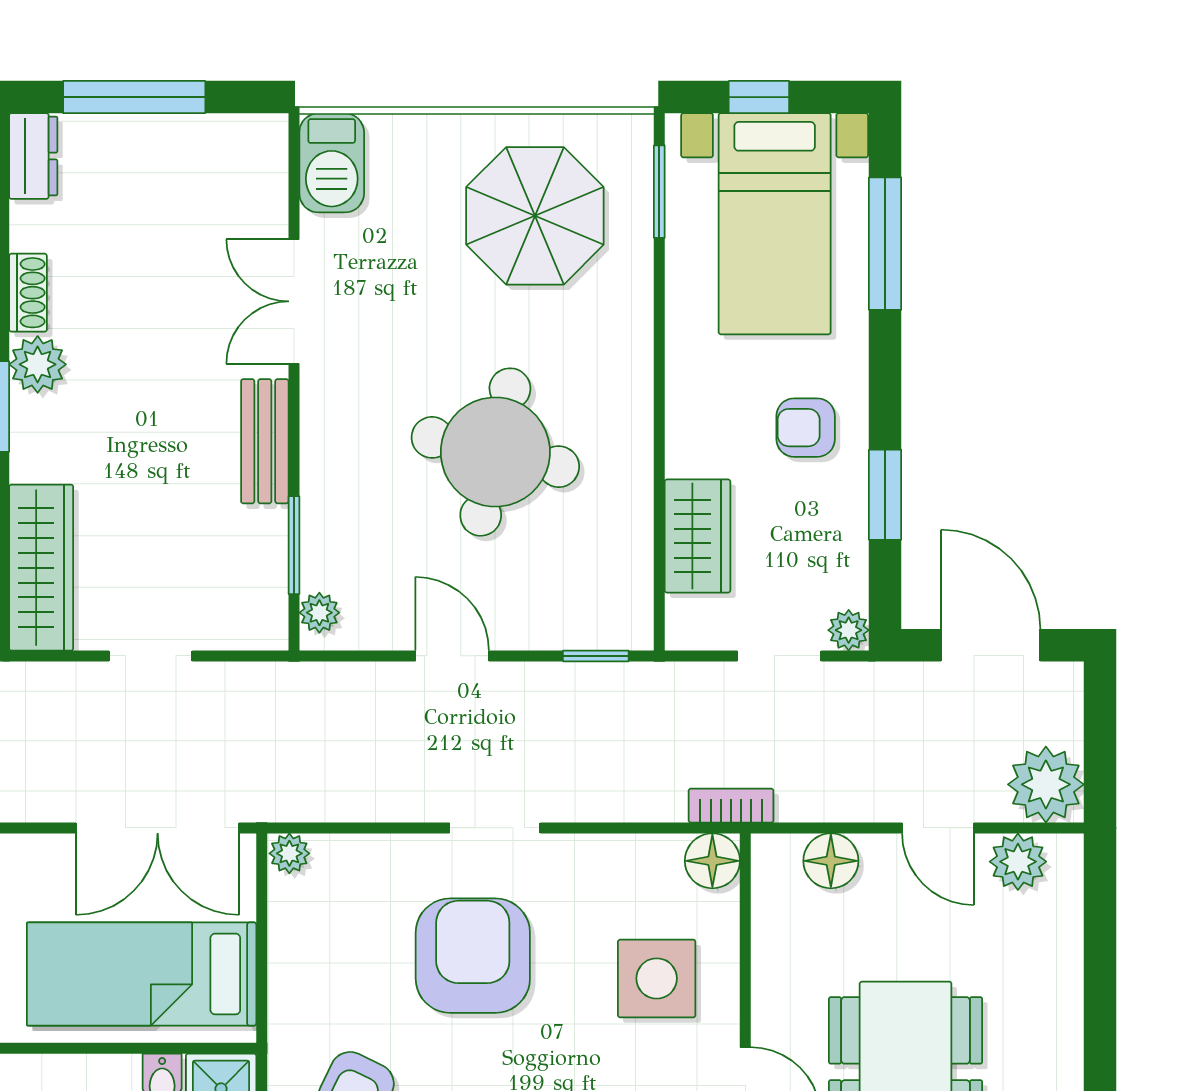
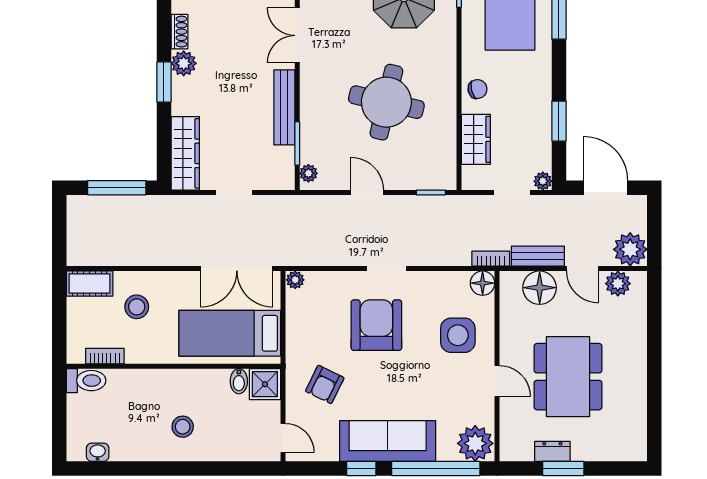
chair: (701, 423) -> (478, 89), added
armchair: (806, 428) -> (524, 91), removed
bench: (265, 441) -> (284, 107), width x1.36
bench: (838, 800) -> (538, 256), added
floor lamp: (831, 861) -> (540, 288), width x1.38, depth x1.38

